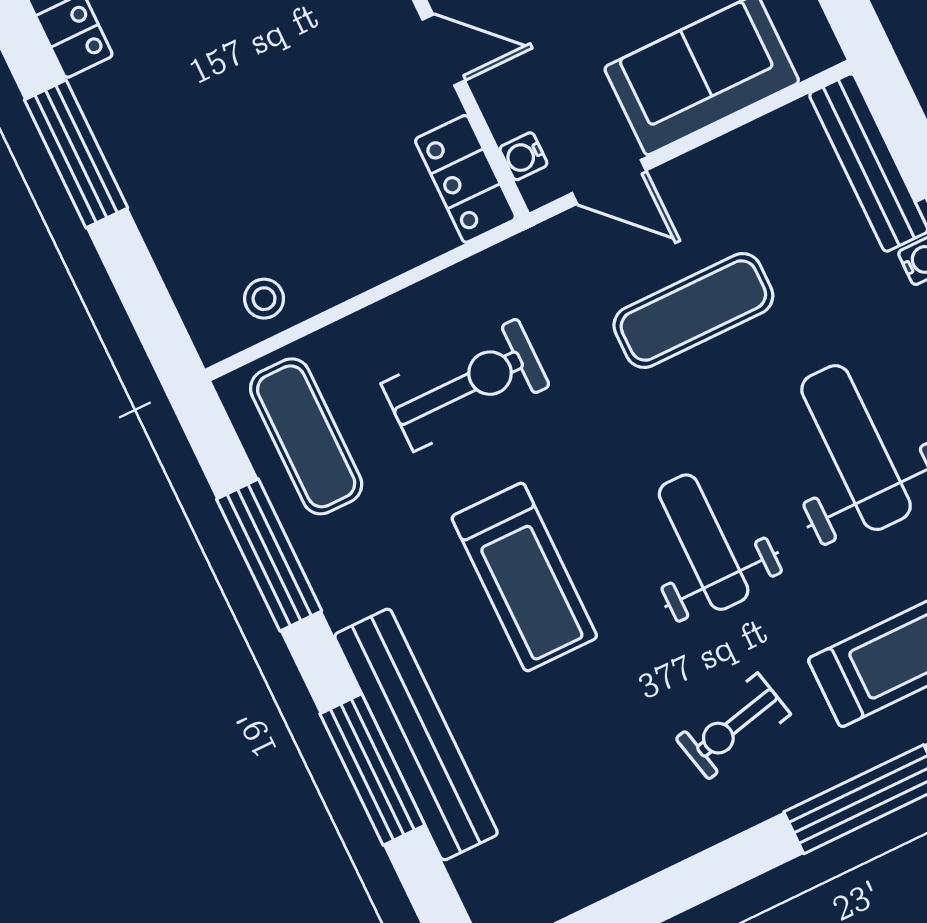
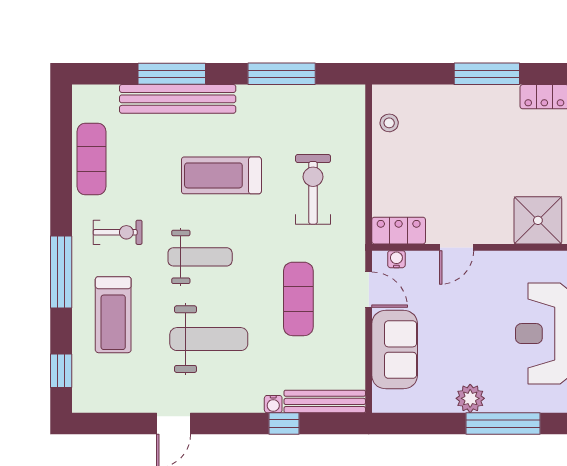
door: (609, 182) -> (369, 290), swing flipped
exercise bike: (465, 385) -> (313, 189), turned 180
exercise mat: (306, 436) -> (91, 159), moved, turned 90
exercise bike: (733, 726) -> (118, 232), turned 103

